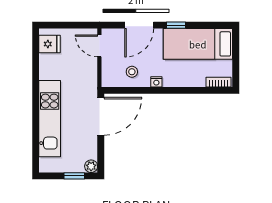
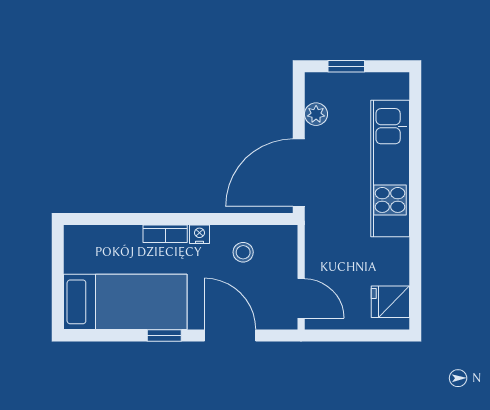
door: (139, 25) -> (230, 336), hinge flipped
bookcase: (219, 82) -> (165, 234), moved
plant: (91, 166) -> (316, 114), moved

